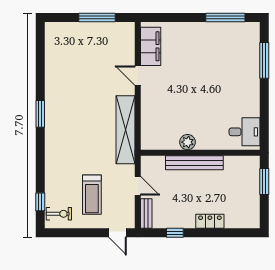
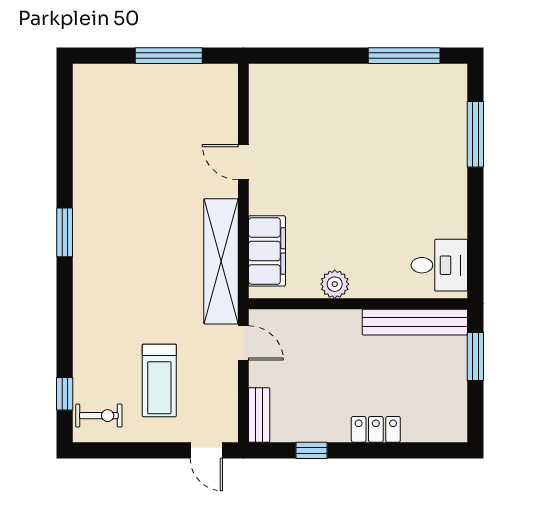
filing cabinet: (151, 46) -> (267, 251), moved
bench: (194, 163) -> (415, 322), moved
door: (138, 186) -> (243, 343), moved

